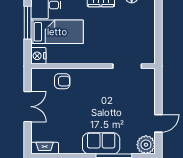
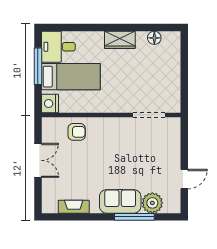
plant: (146, 145) -> (152, 203), moved
fireplace: (45, 148) -> (74, 207), moved

